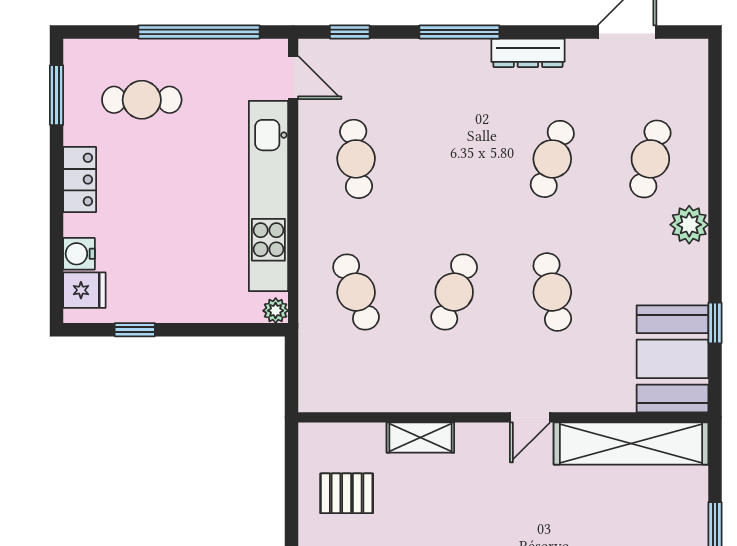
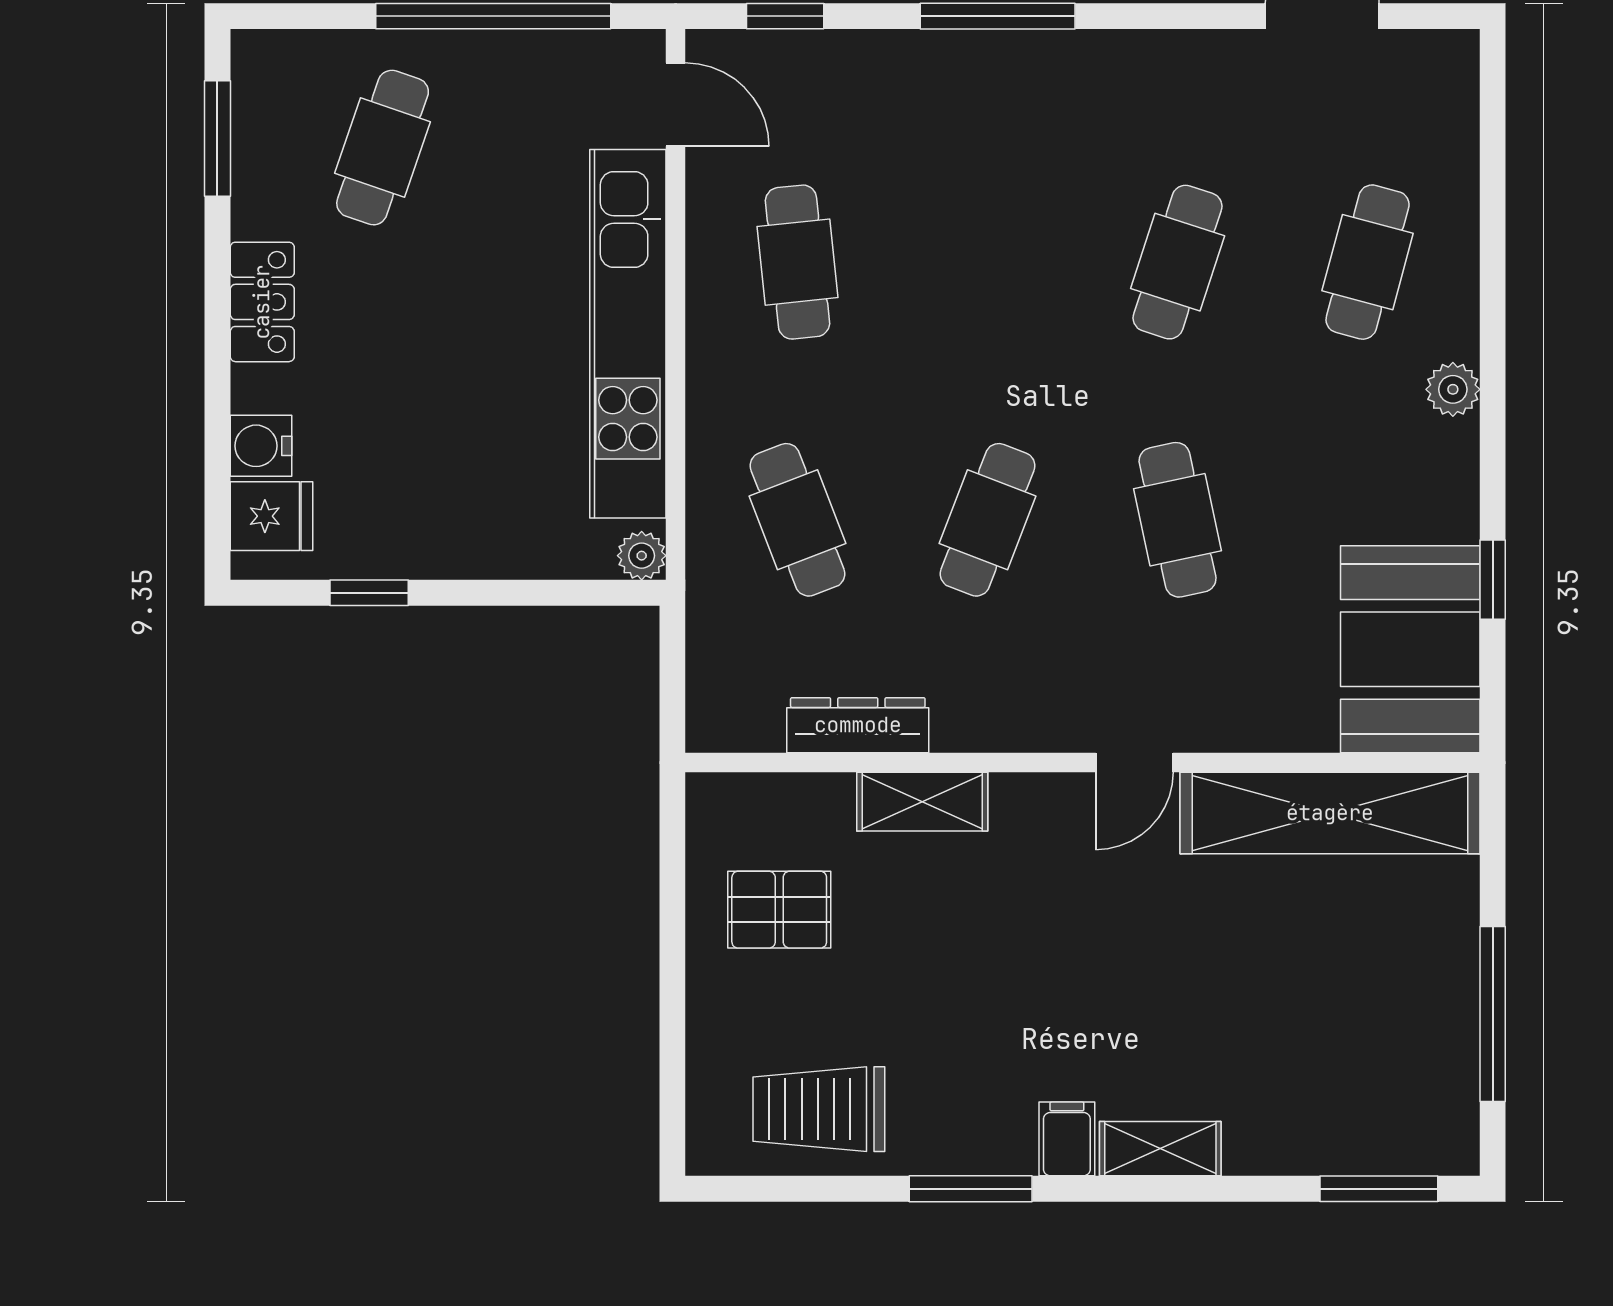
dresser: (528, 53) -> (858, 725), moved, turned 180
cafe table: (142, 100) -> (383, 148), turned -71
plant: (689, 225) -> (1453, 389), width x0.73, depth x0.73

